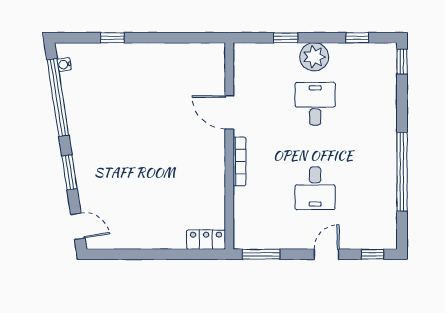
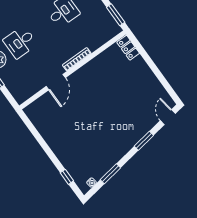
window: (112, 38) -> (67, 177), moved
window: (58, 98) -> (110, 174), width x0.47

